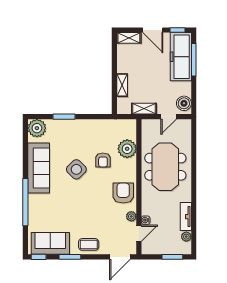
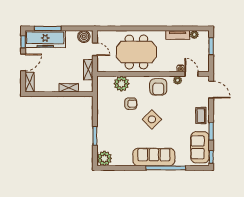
sofa: (39, 168) -> (154, 157), moved
side table: (76, 169) -> (152, 119), moved
armchair: (123, 193) -> (158, 87), turned -90

